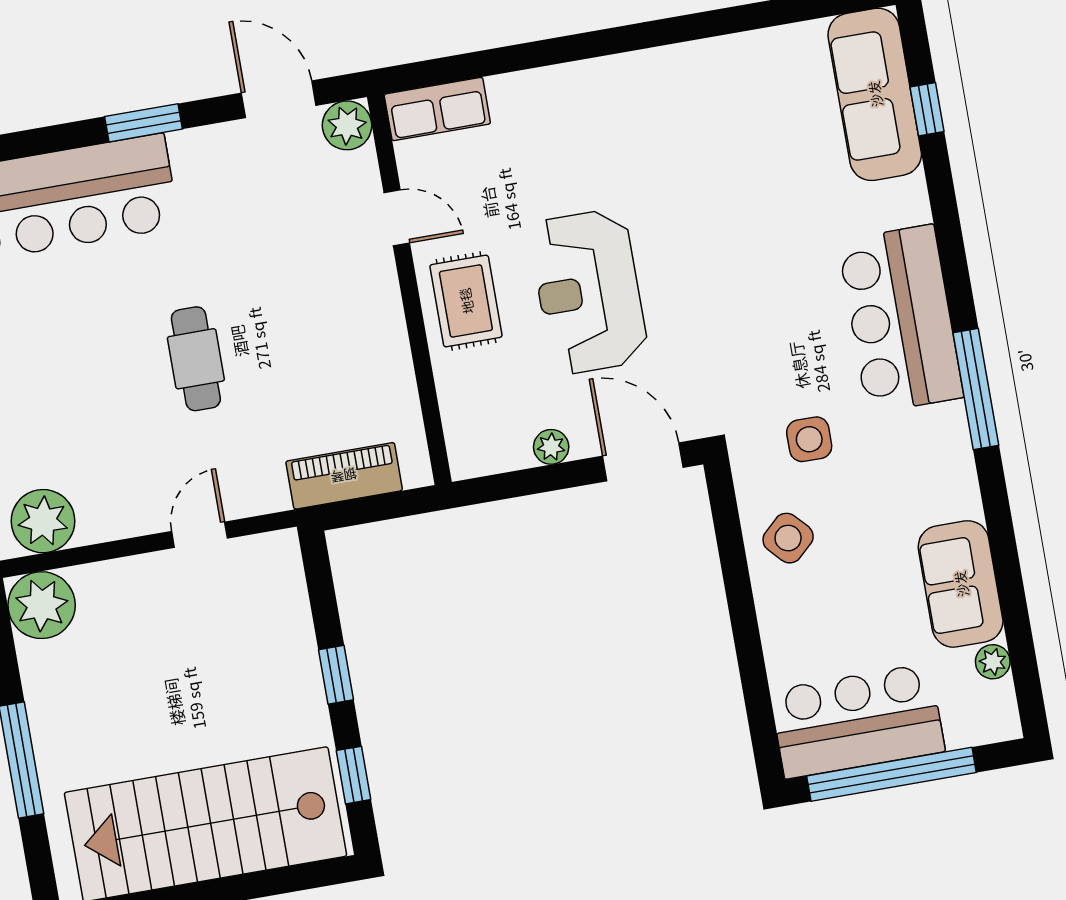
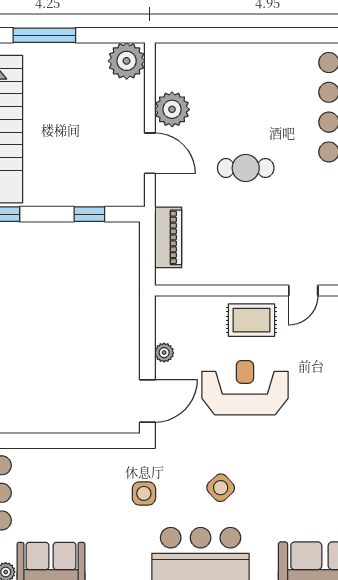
plant: (43, 521) -> (172, 109), moved
door: (200, 535) -> (150, 153), width x1.38
side table: (788, 538) -> (221, 488), moved
window: (336, 675) -> (89, 214), moved

